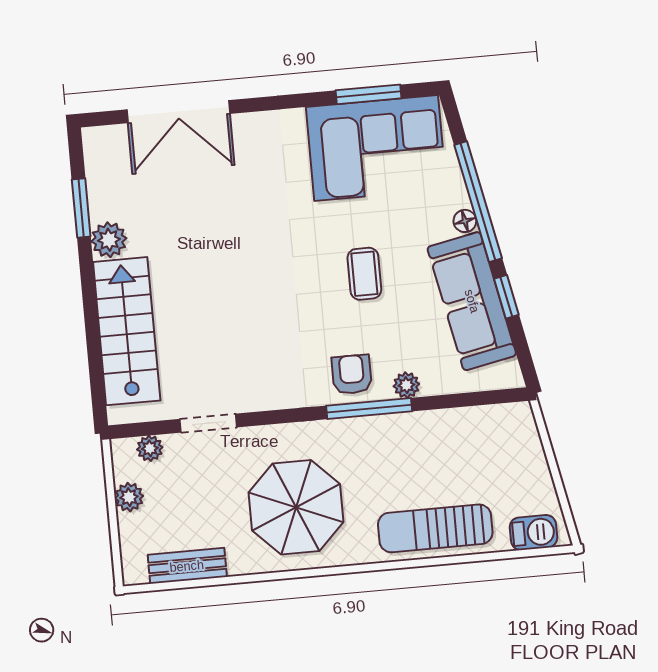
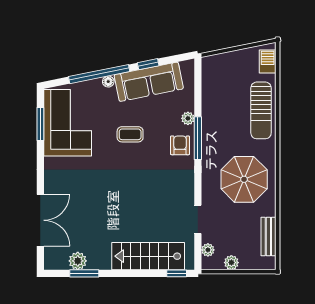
plant: (109, 240) -> (78, 261), moved
armchair: (352, 374) -> (180, 145), turned 90
window: (98, 391) -> (177, 273), added

